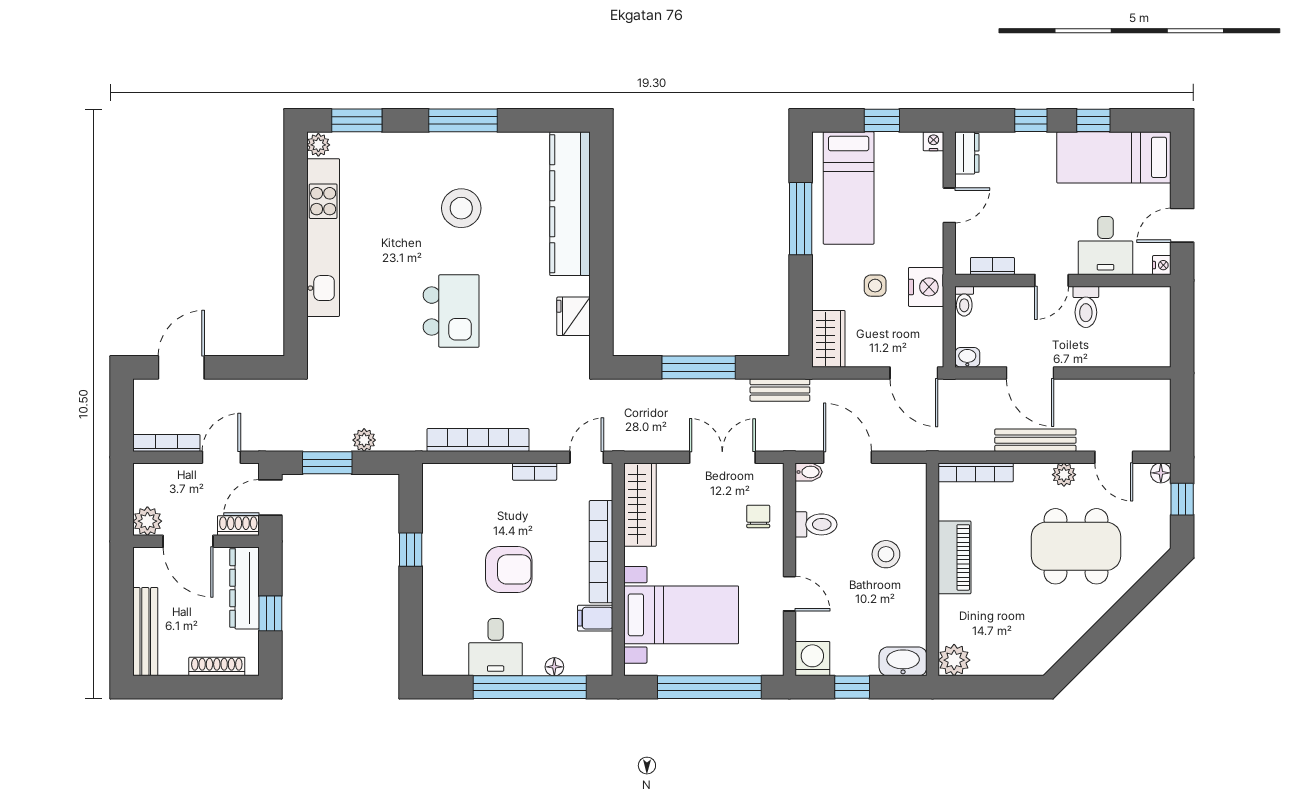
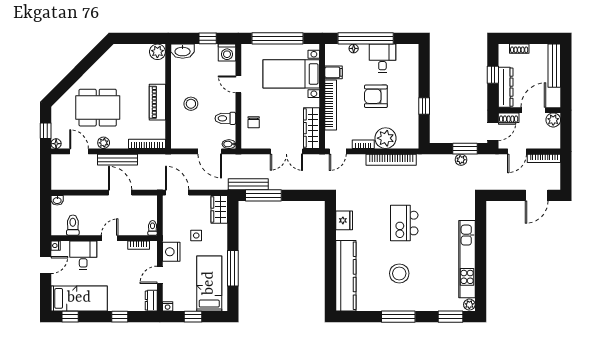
window: (1093, 120) -> (70, 317), moved
nightstand: (926, 287) -> (171, 252), moved
toilet: (1086, 307) -> (73, 225), moved
washbasin: (967, 357) -> (57, 200), moved
window: (699, 367) -> (263, 195), moved
bench: (780, 390) -> (248, 184), width x1.36
plant: (364, 440) -> (461, 160), moved
double door: (722, 457) -> (286, 151), moved
plant: (489, 484) -> (386, 138), added
door: (188, 541) -> (533, 110), hinge flipped
shoe rack: (217, 667) -> (519, 49), width x0.70

